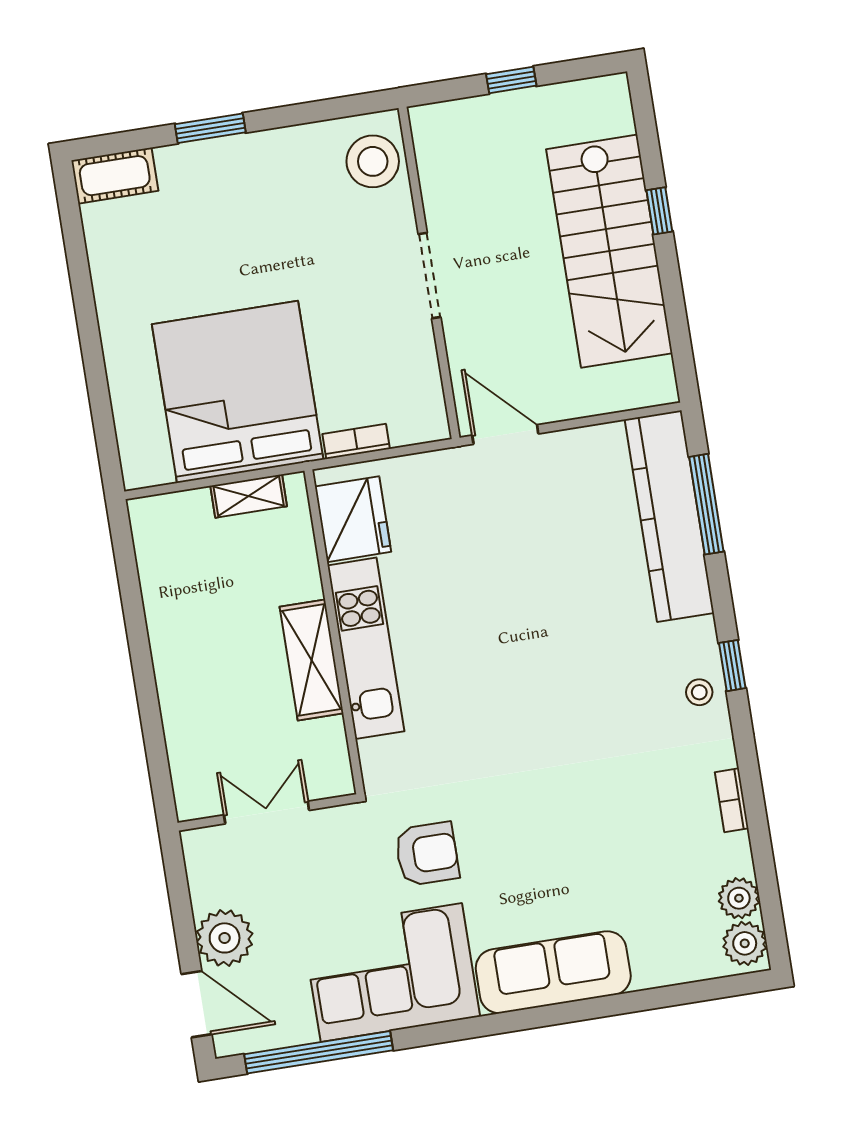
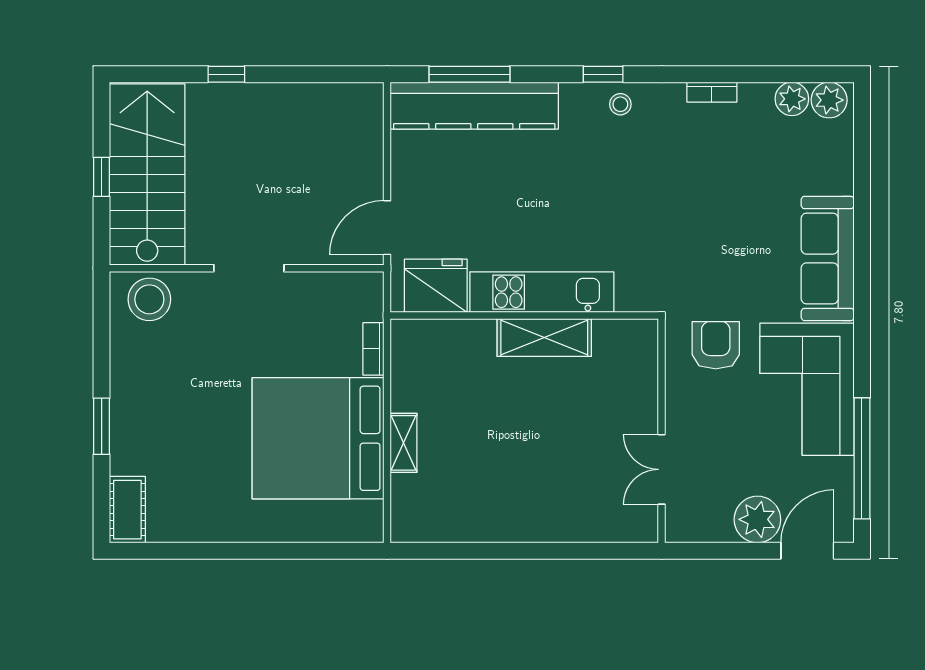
stairs: (609, 251) -> (147, 174), moved, turned -90
fridge: (353, 519) -> (436, 286), moved
wall: (334, 632) -> (524, 316), moved
kitchen unit: (366, 648) -> (542, 292), moved
shelving: (311, 660) -> (544, 338), moved

